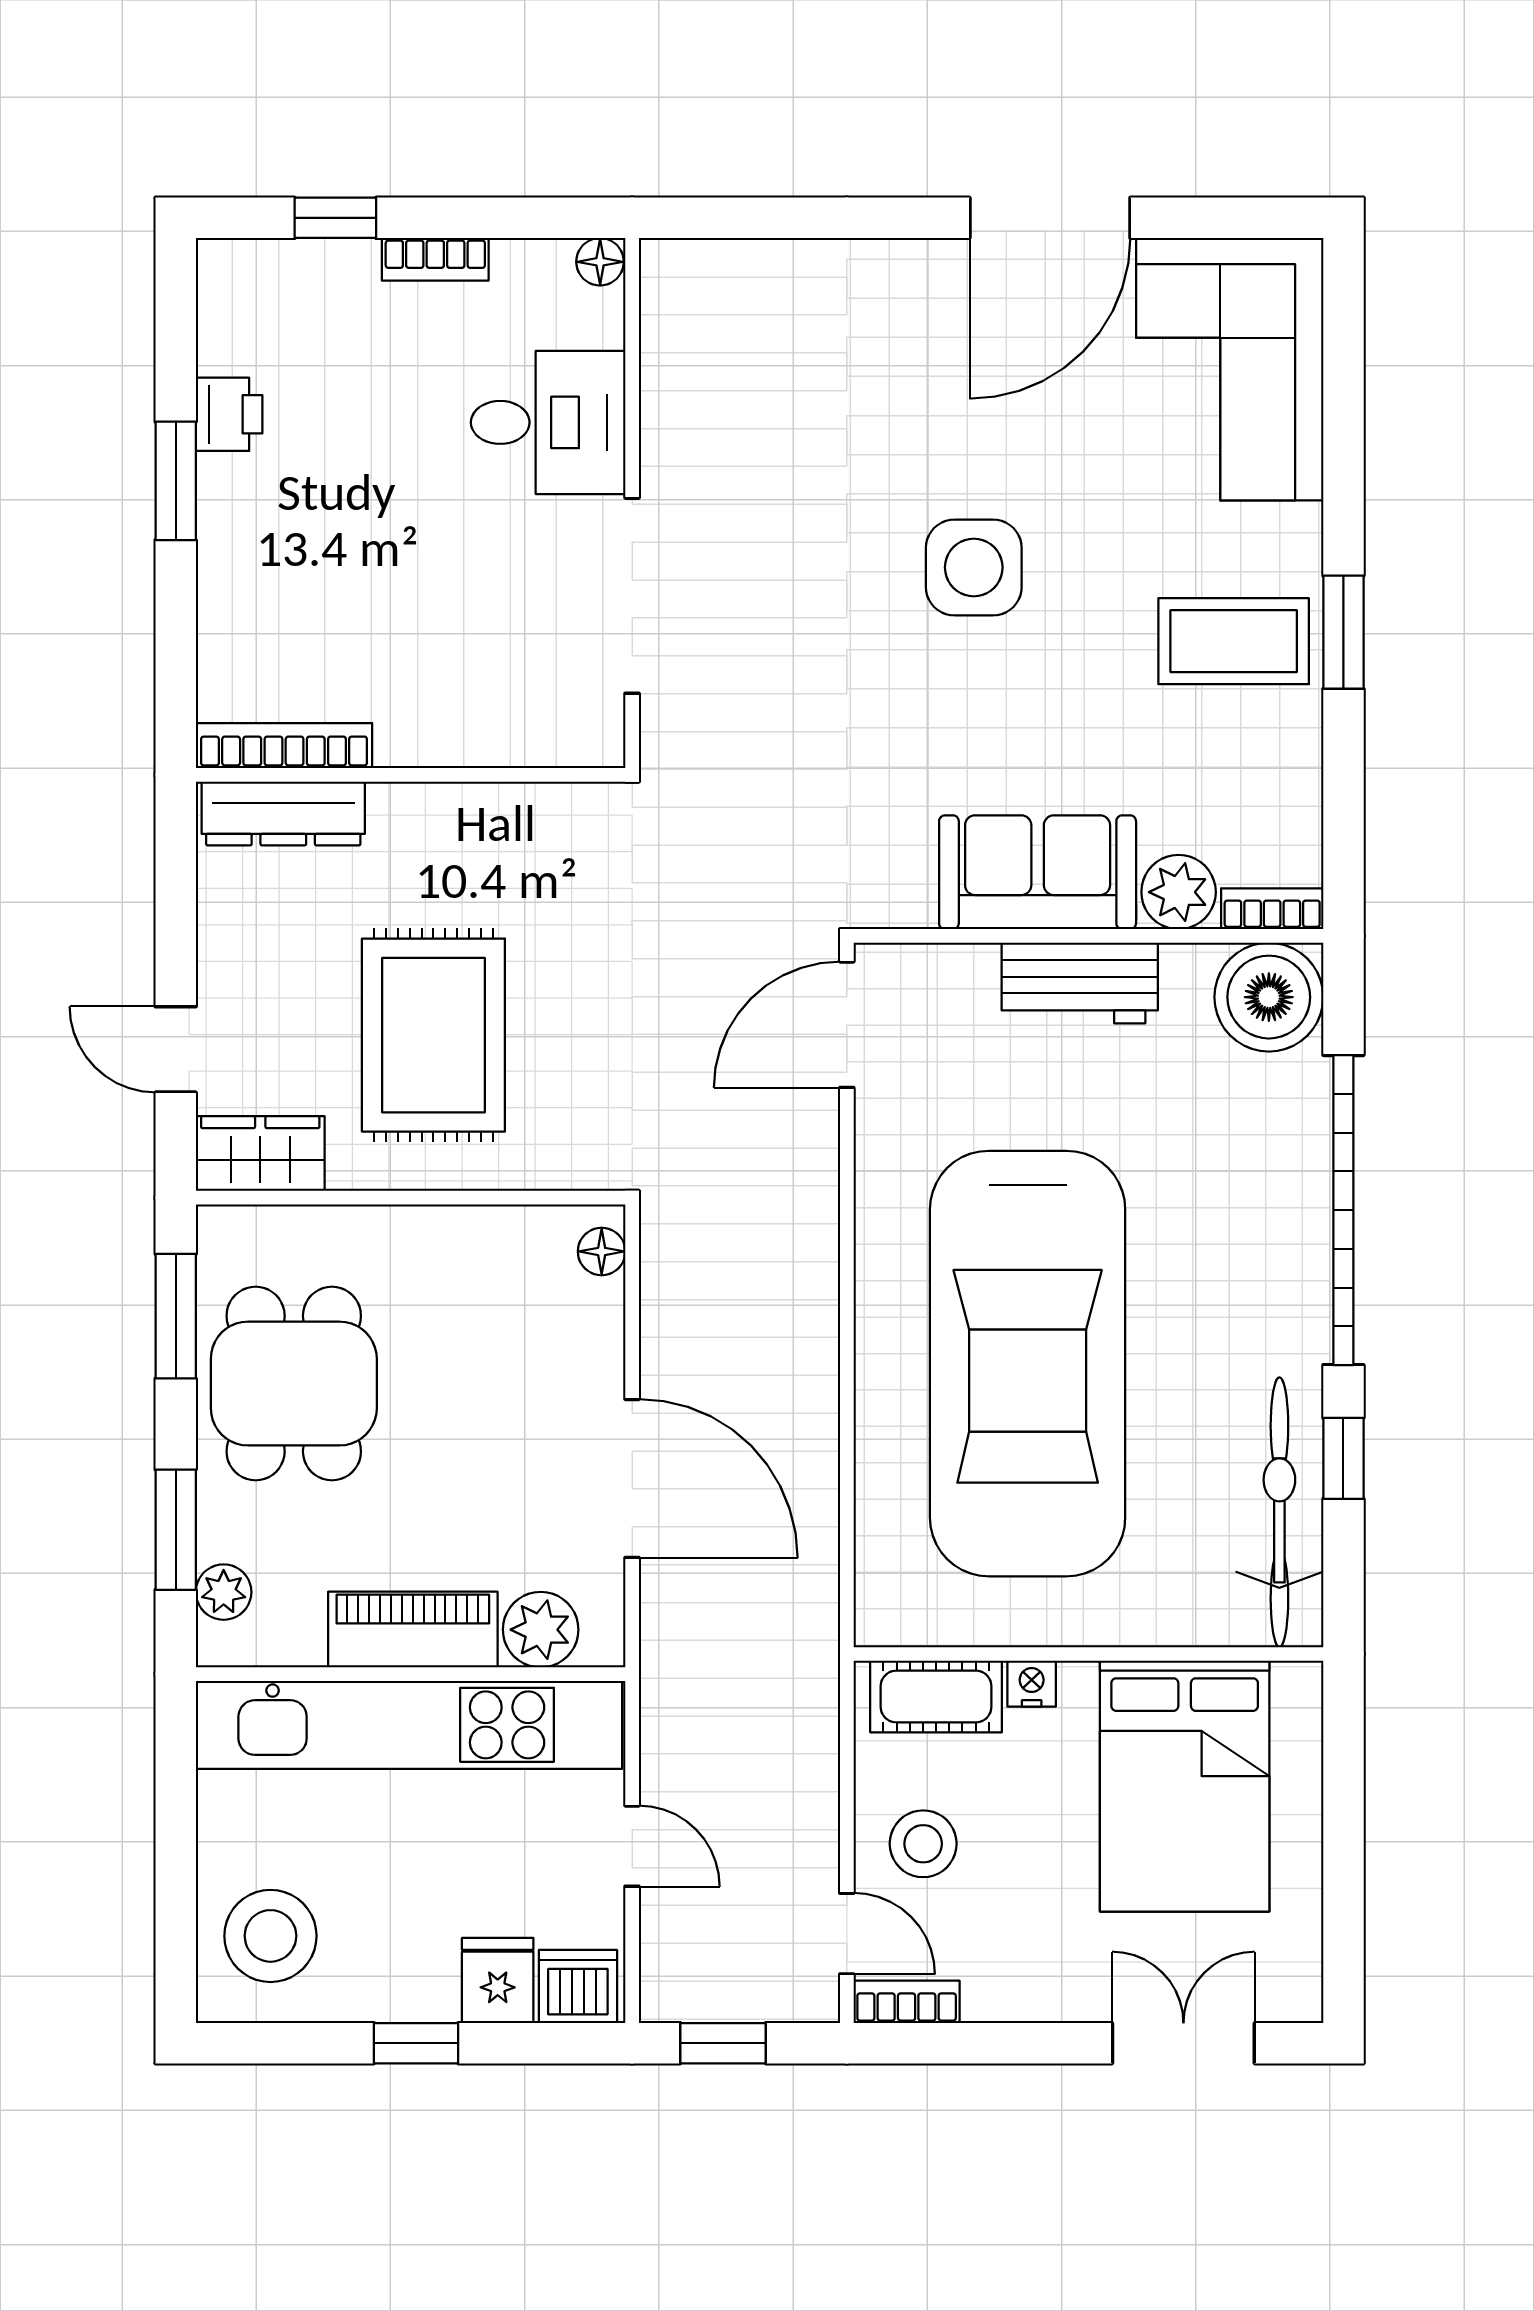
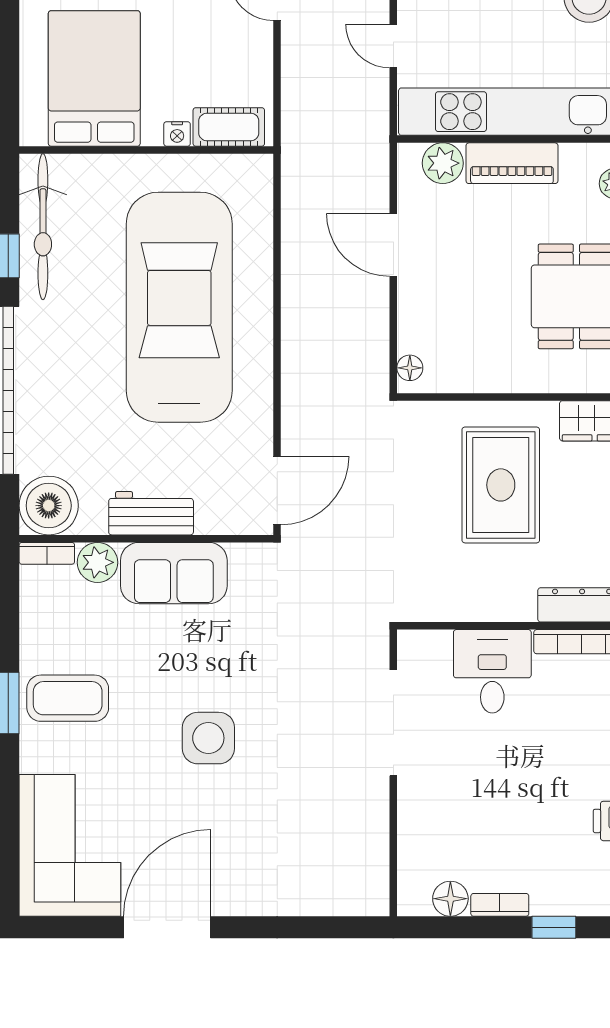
floor lamp: (600, 262) -> (450, 899), moved, width x1.37, depth x1.37
desk: (548, 422) -> (492, 671), moved, turned 90
door: (632, 1478) -> (393, 245), width x0.73
stool: (923, 1844) -> (236, 47), removed

